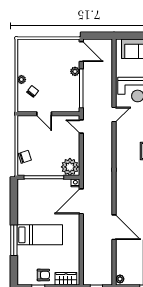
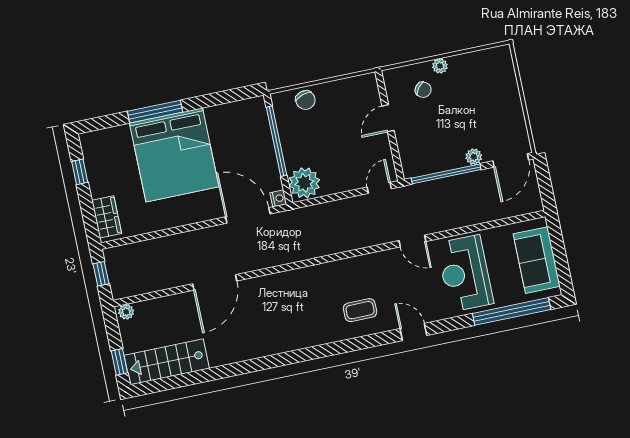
bed: (40, 235) -> (174, 155), width x2.04
armchair: (43, 275) -> (105, 176), removed

